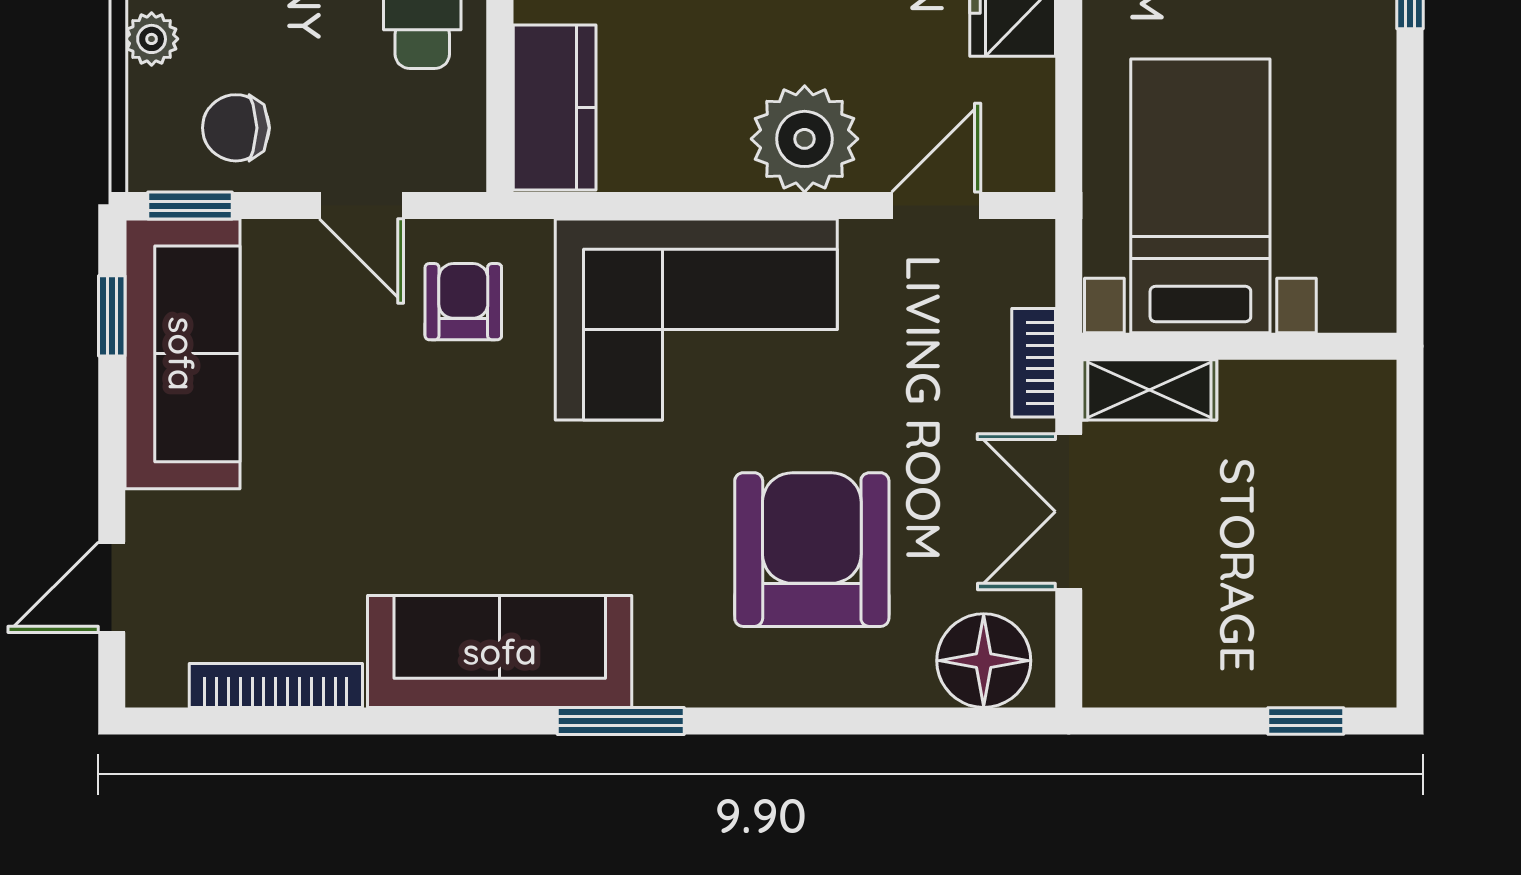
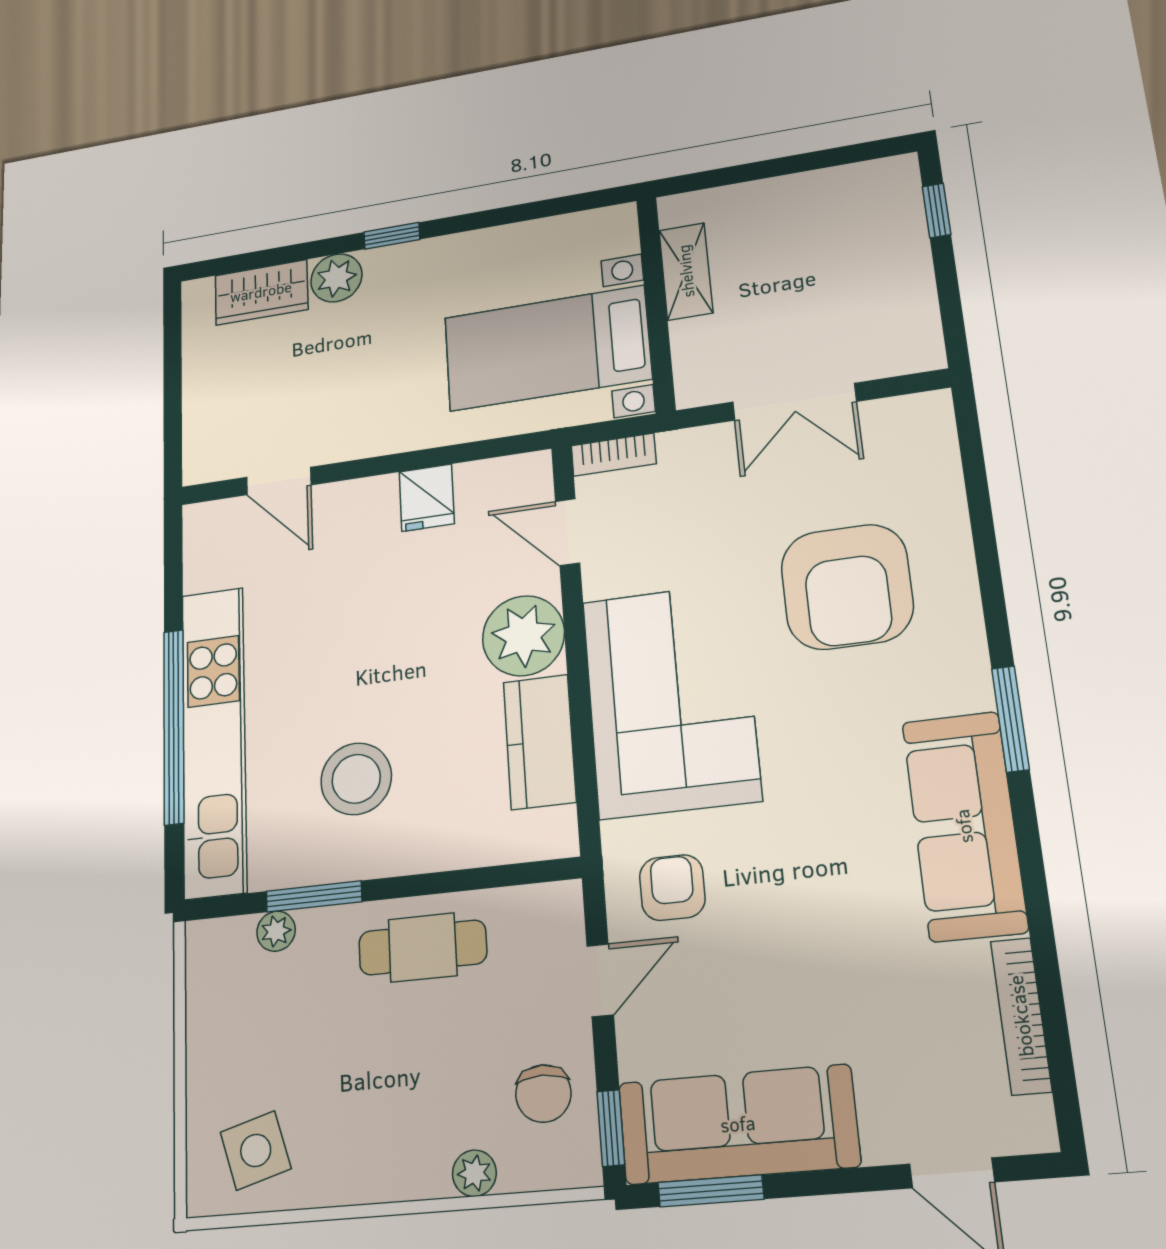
kitchen counter: (555, 107) -> (540, 742), moved, turned -90
armchair: (463, 302) -> (672, 888), turned 90
window: (112, 316) -> (711, 1191), width x1.50
bookcase: (1034, 363) -> (614, 455), moved
shelving: (1149, 390) -> (686, 271), moved
armchair: (812, 550) -> (847, 587), turned -90
floor lamp: (984, 661) -> (921, 445), removed

